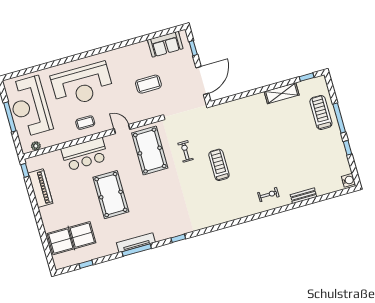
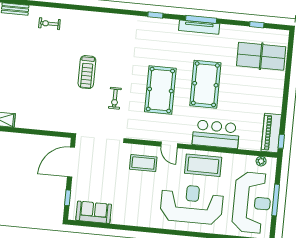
coffee table: (148, 84) -> (143, 163), moved
coffee table: (85, 123) -> (203, 165), width x1.86, depth x1.72
pool table: (150, 151) -> (160, 90), moved
piano: (40, 188) -> (271, 133), moved

